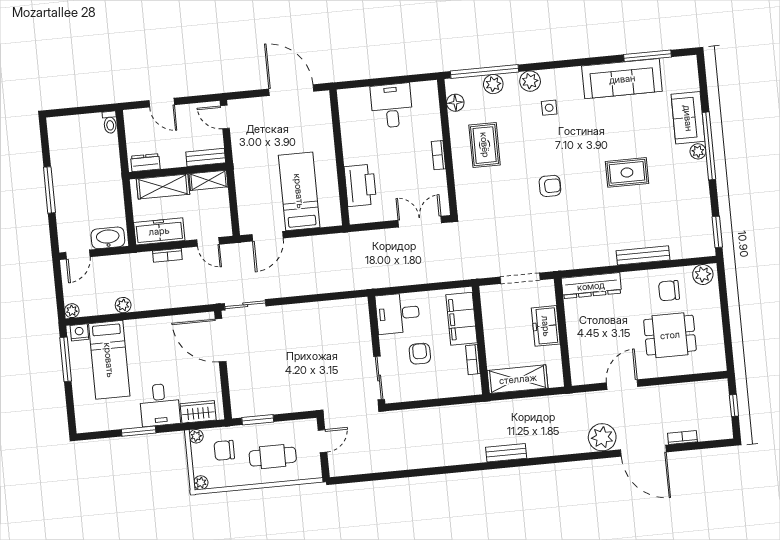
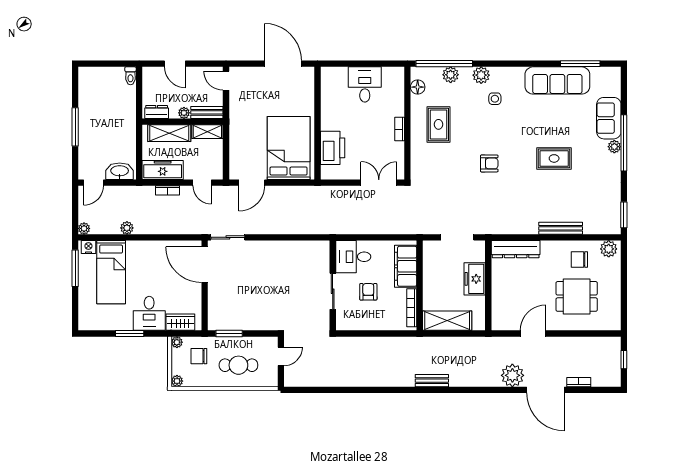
plant: (178, 160) -> (184, 113), added
bed: (299, 191) -> (289, 148), width x1.50
bookcase: (473, 360) -> (412, 308), width x1.56
sliding door: (379, 378) -> (333, 291), moved

